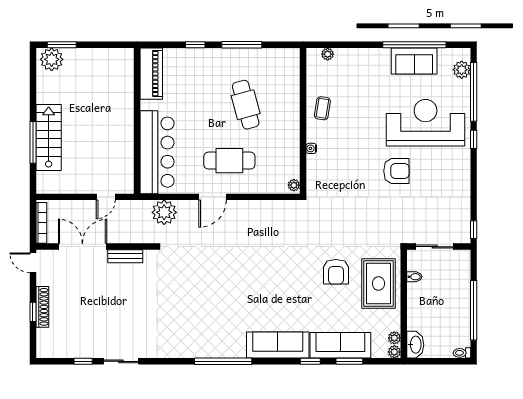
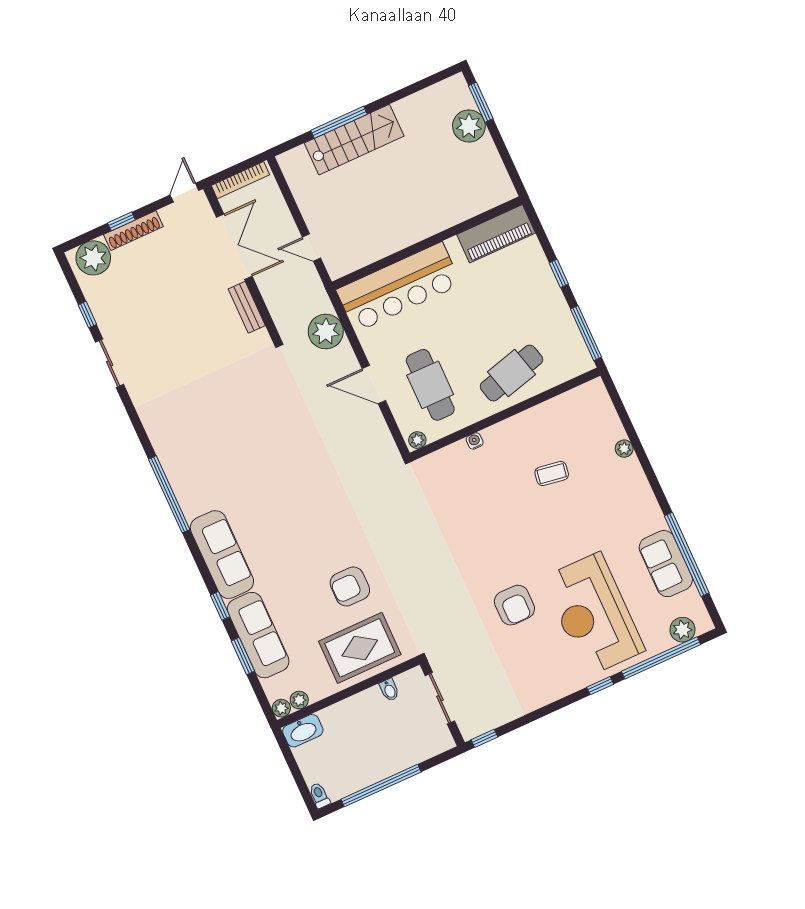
plant: (52, 59) -> (469, 126), moved
wall: (303, 121) -> (505, 414), moved
reception desk: (426, 123) -> (593, 614), turned 180
water cooler: (311, 148) -> (475, 441), moved
plant: (294, 185) -> (417, 440), moved
plant: (48, 341) -> (93, 258), added

